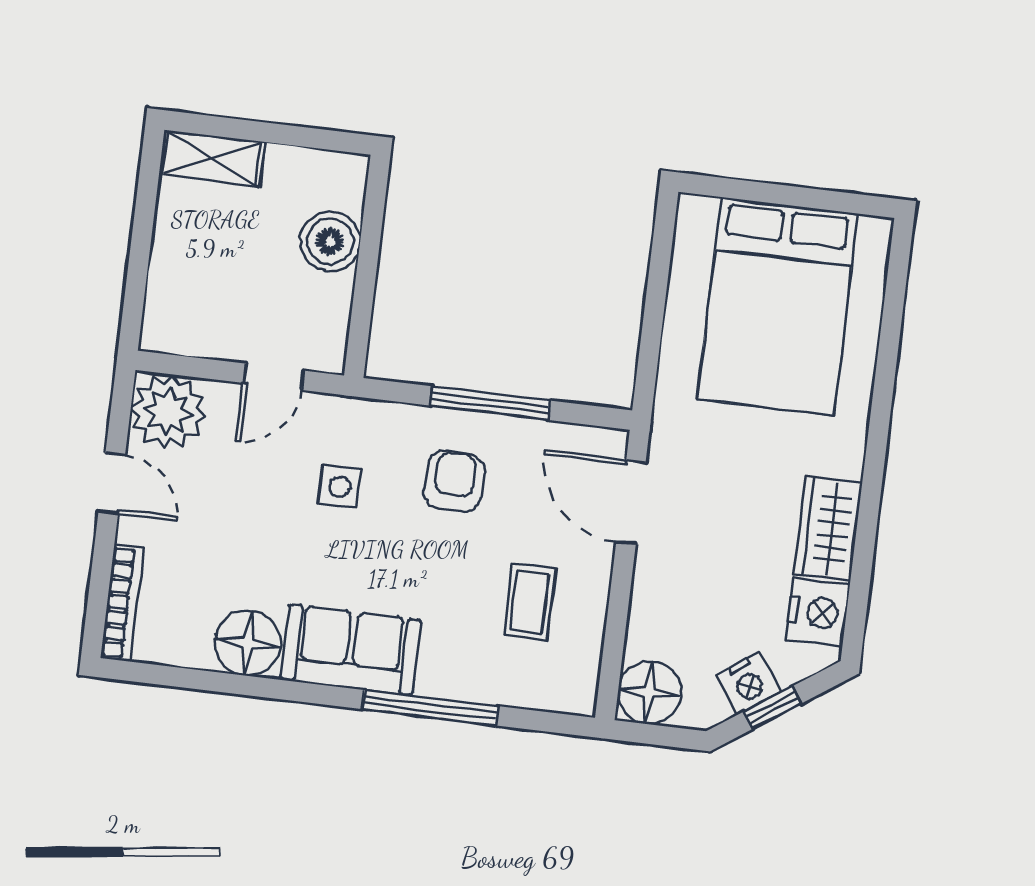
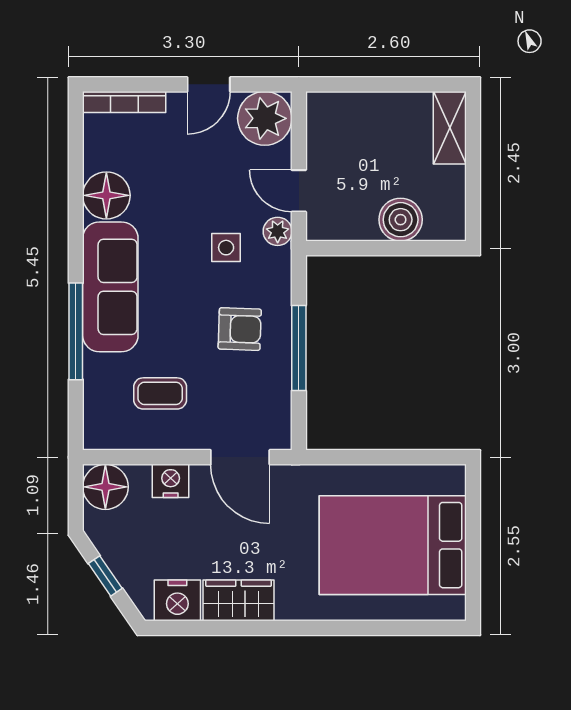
plant: (326, 413) -> (278, 231), added
door: (631, 502) -> (240, 457), swing flipped
sofa: (351, 650) -> (110, 287), width x1.36
nightstand: (748, 683) -> (171, 481), moved, turned 124

